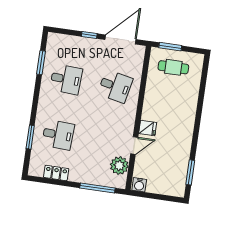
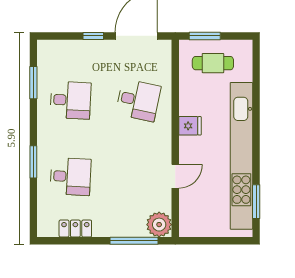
fridge: (148, 128) -> (190, 126), moved
window: (30, 137) -> (33, 162), moved
kitchen unit: (184, 138) -> (241, 156), added
plant: (119, 166) -> (159, 225), moved
water cooler: (139, 185) -> (190, 228), removed

